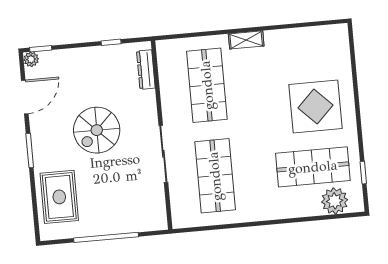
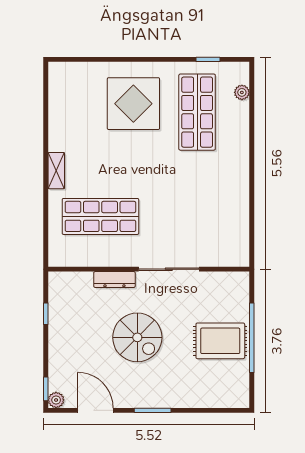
dresser: (146, 70) -> (114, 280), moved
shop shelf: (215, 176) -> (197, 216), removed
rug: (59, 197) -> (220, 341), moved
plant: (335, 201) -> (242, 92), width x0.53, depth x0.53

